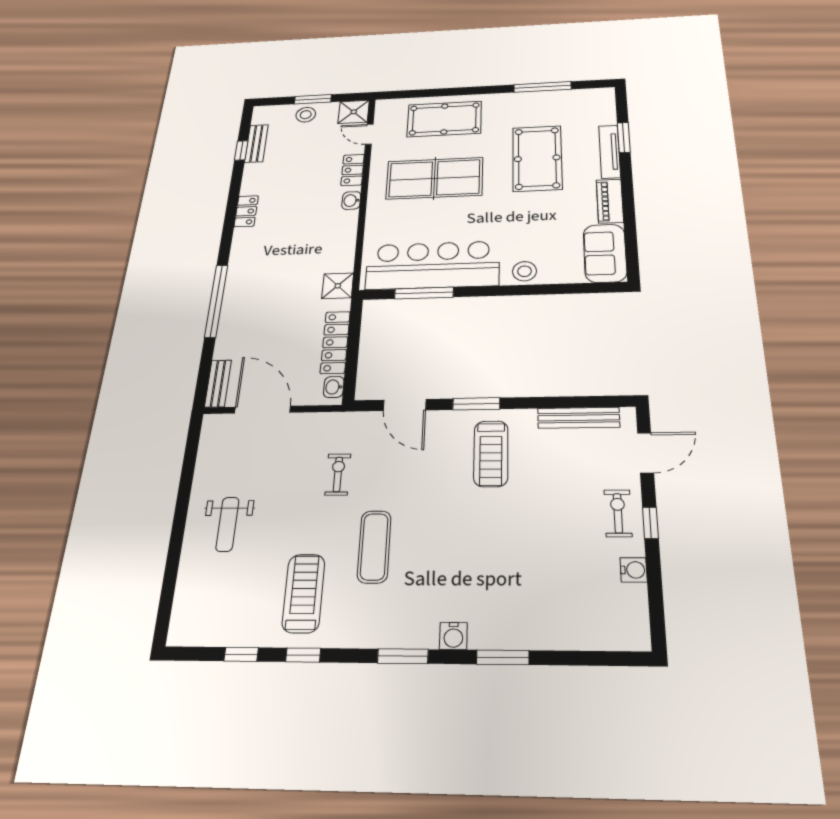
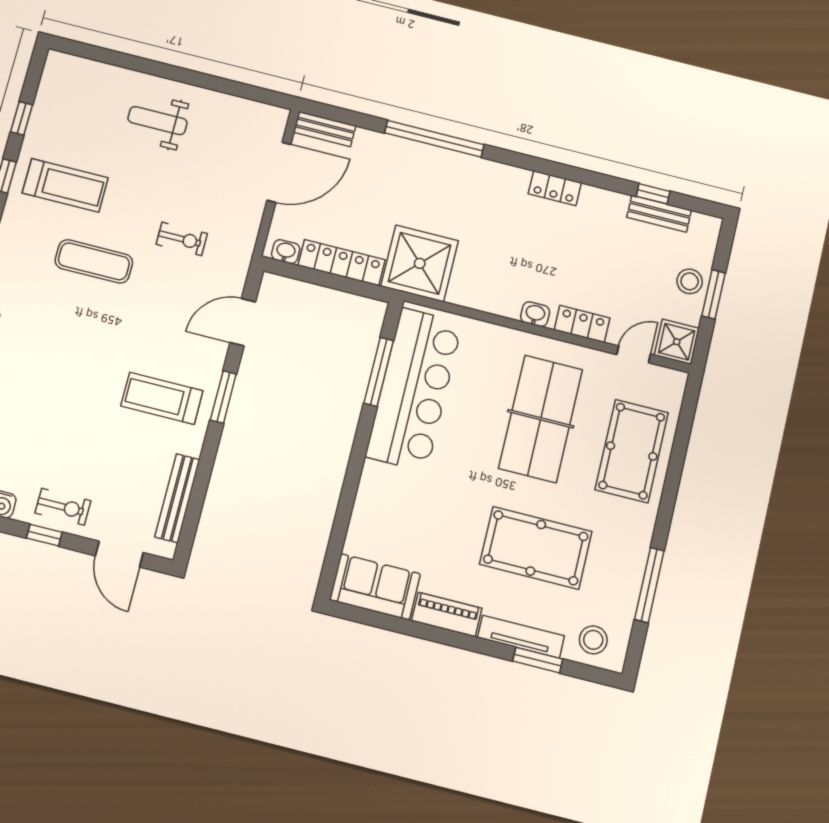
stool: (524, 271) -> (593, 640), moved
shower: (338, 286) -> (420, 263), width x1.86, depth x1.86

